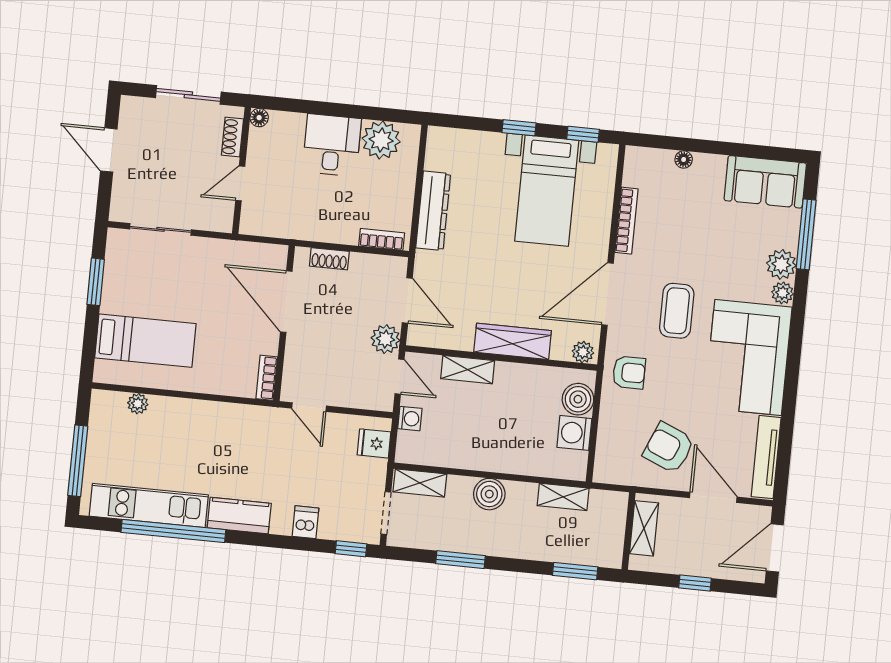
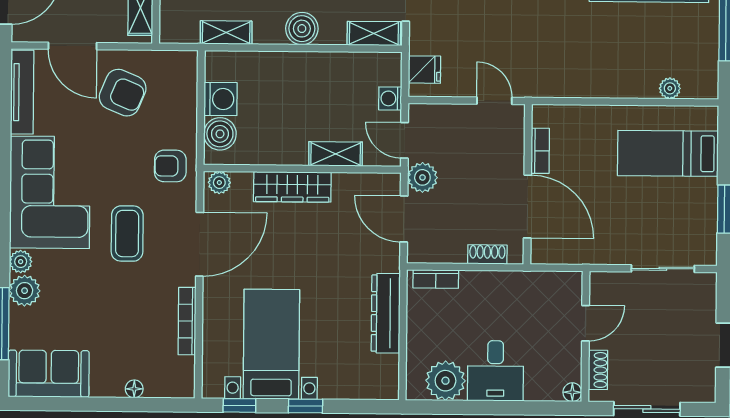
bookcase: (267, 378) -> (540, 151), moved

